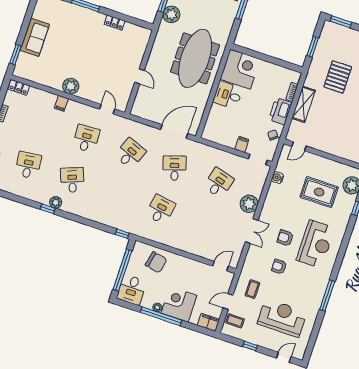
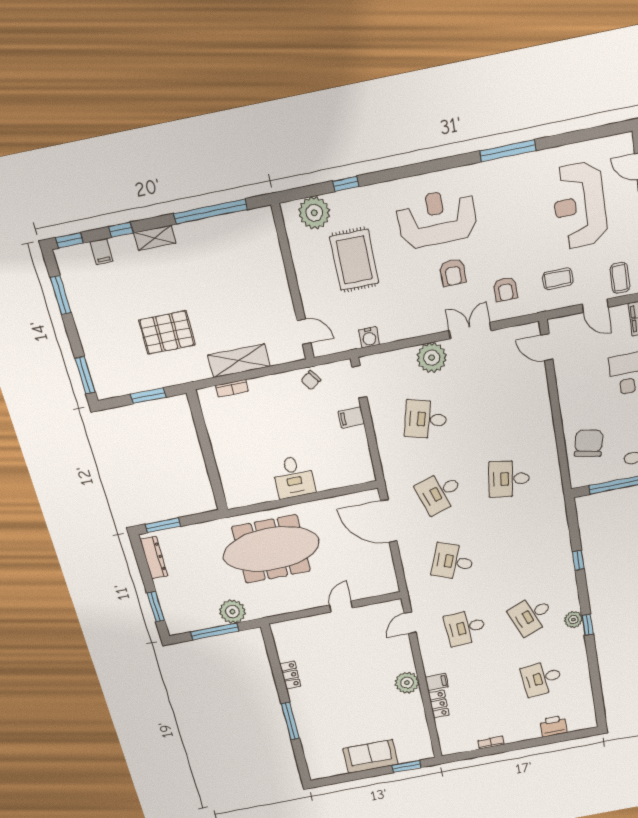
corner desk: (240, 69) -> (247, 480), removed
locker: (19, 87) -> (439, 704), moved
printer: (280, 111) -> (270, 389), removed
window: (122, 234) -> (578, 560), moved
armchair: (279, 267) -> (505, 289), moved

